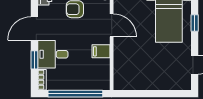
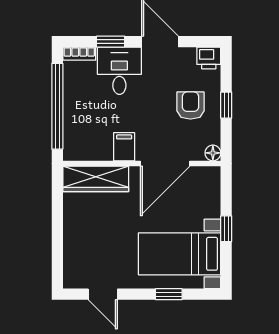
door: (112, 25) -> (165, 163), width x1.36
wardrobe: (121, 69) -> (96, 179), added

